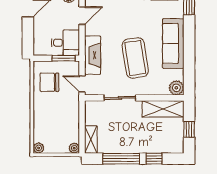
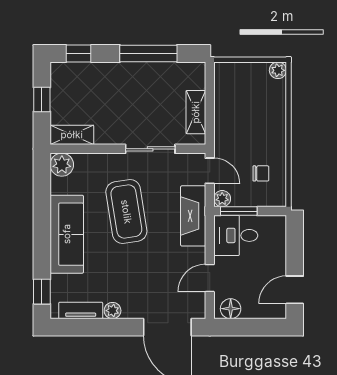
chair: (49, 82) -> (261, 173), width x0.54, depth x0.54
shelving: (163, 109) -> (72, 135), width x0.67, depth x0.75
shelving: (91, 140) -> (196, 112), moved
plant: (74, 148) -> (222, 199), moved
window: (154, 159) -> (79, 54), moved

